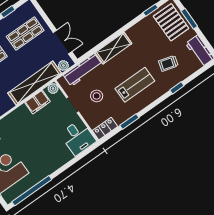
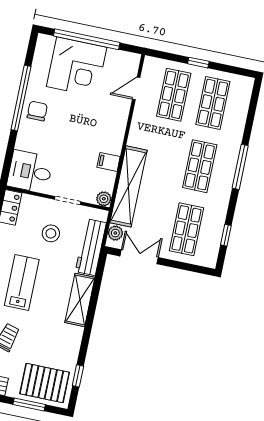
double door: (63, 42) -> (139, 257), swing flipped
lab bench: (135, 85) -> (22, 282), turned 180
filing cabinet: (37, 102) -> (109, 162), width x0.50
chair: (45, 165) -> (37, 111), added
window: (32, 191) -> (21, 98), moved

